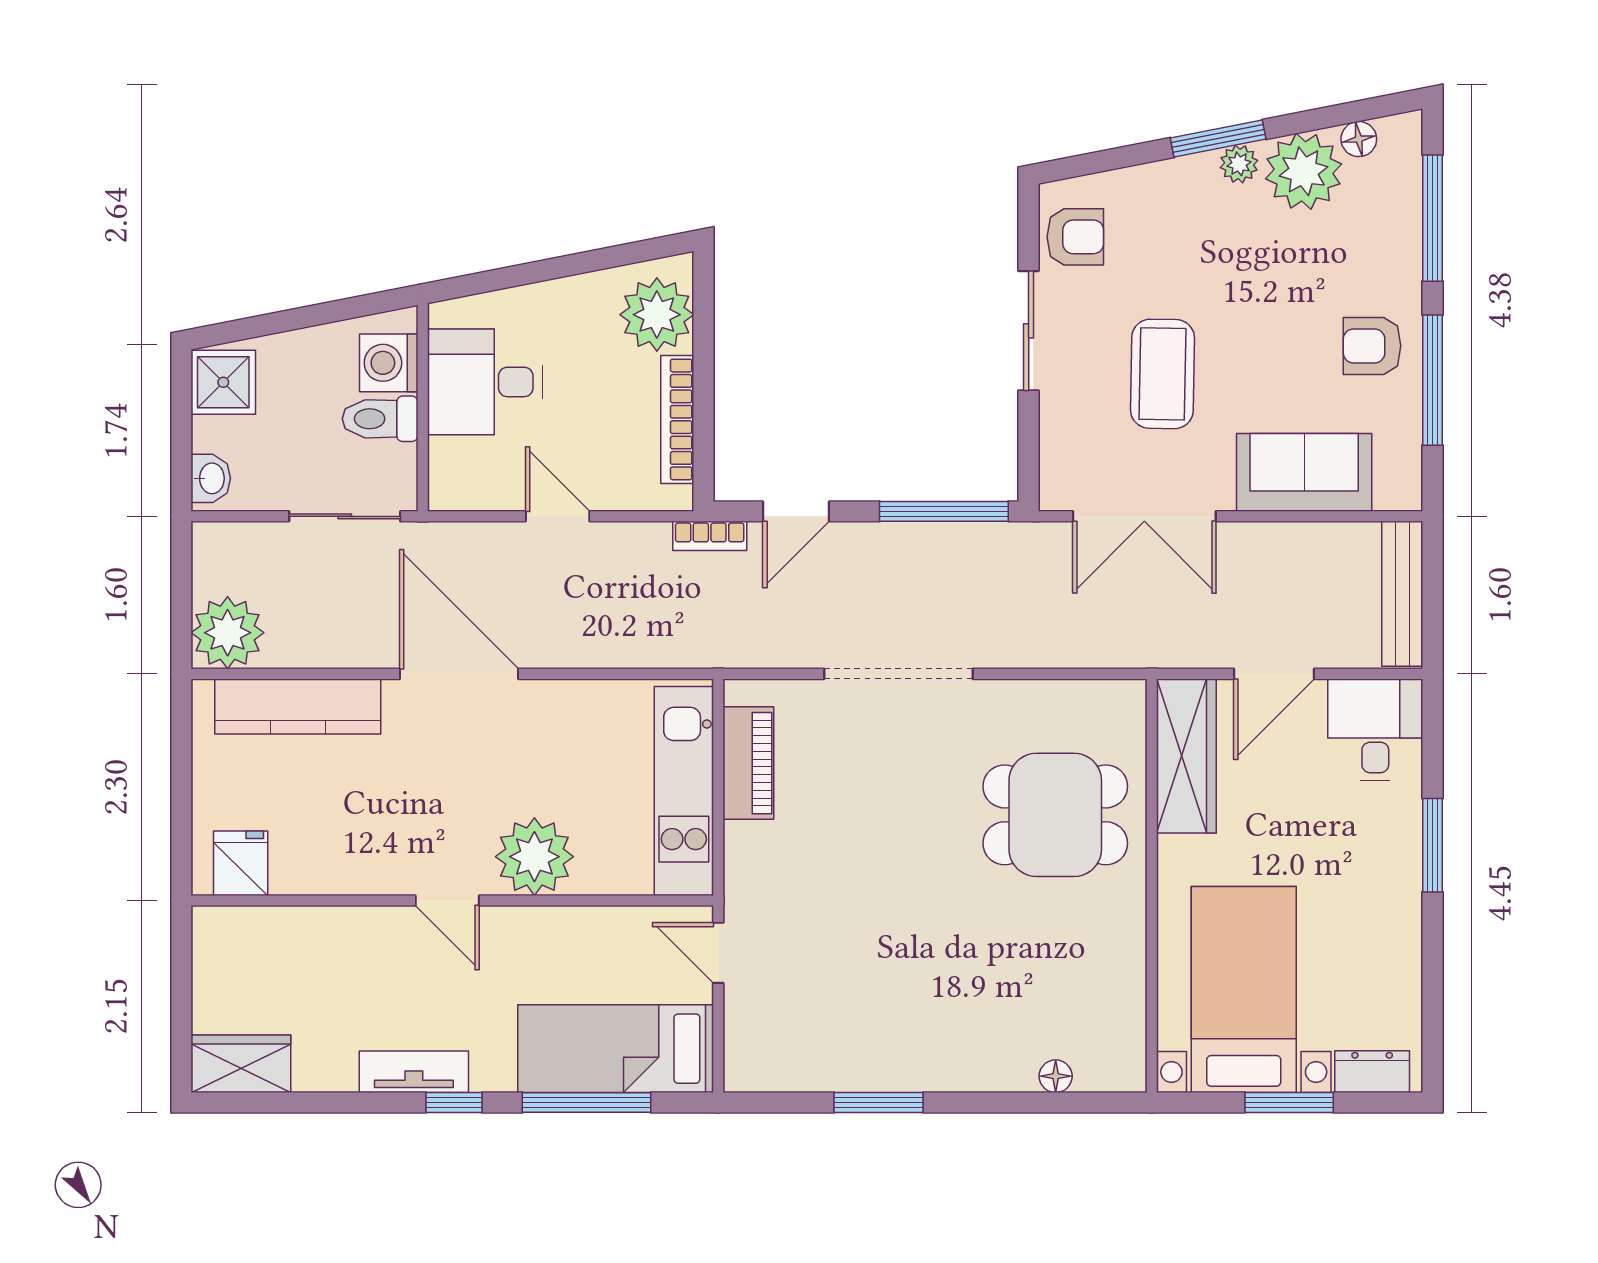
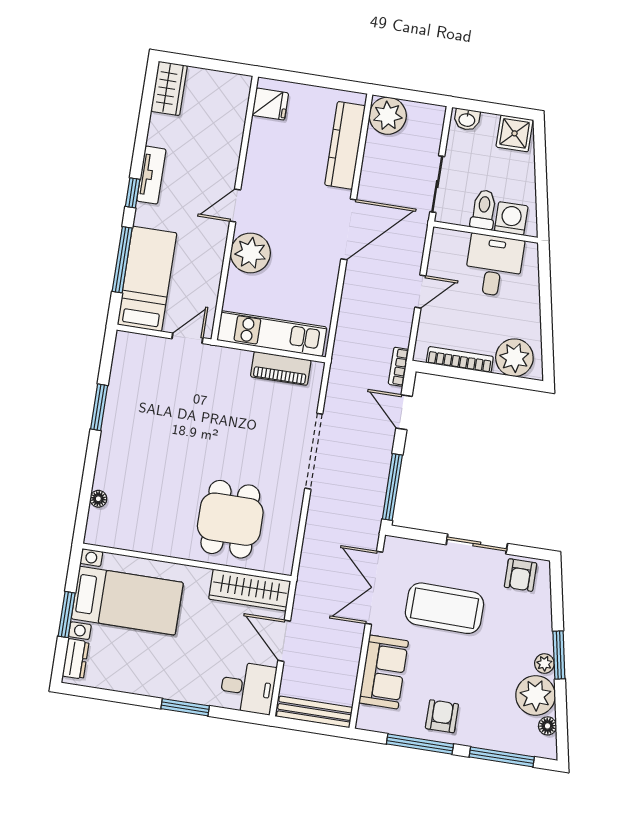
coffee table: (1162, 374) -> (444, 608), width x1.36, depth x1.32

